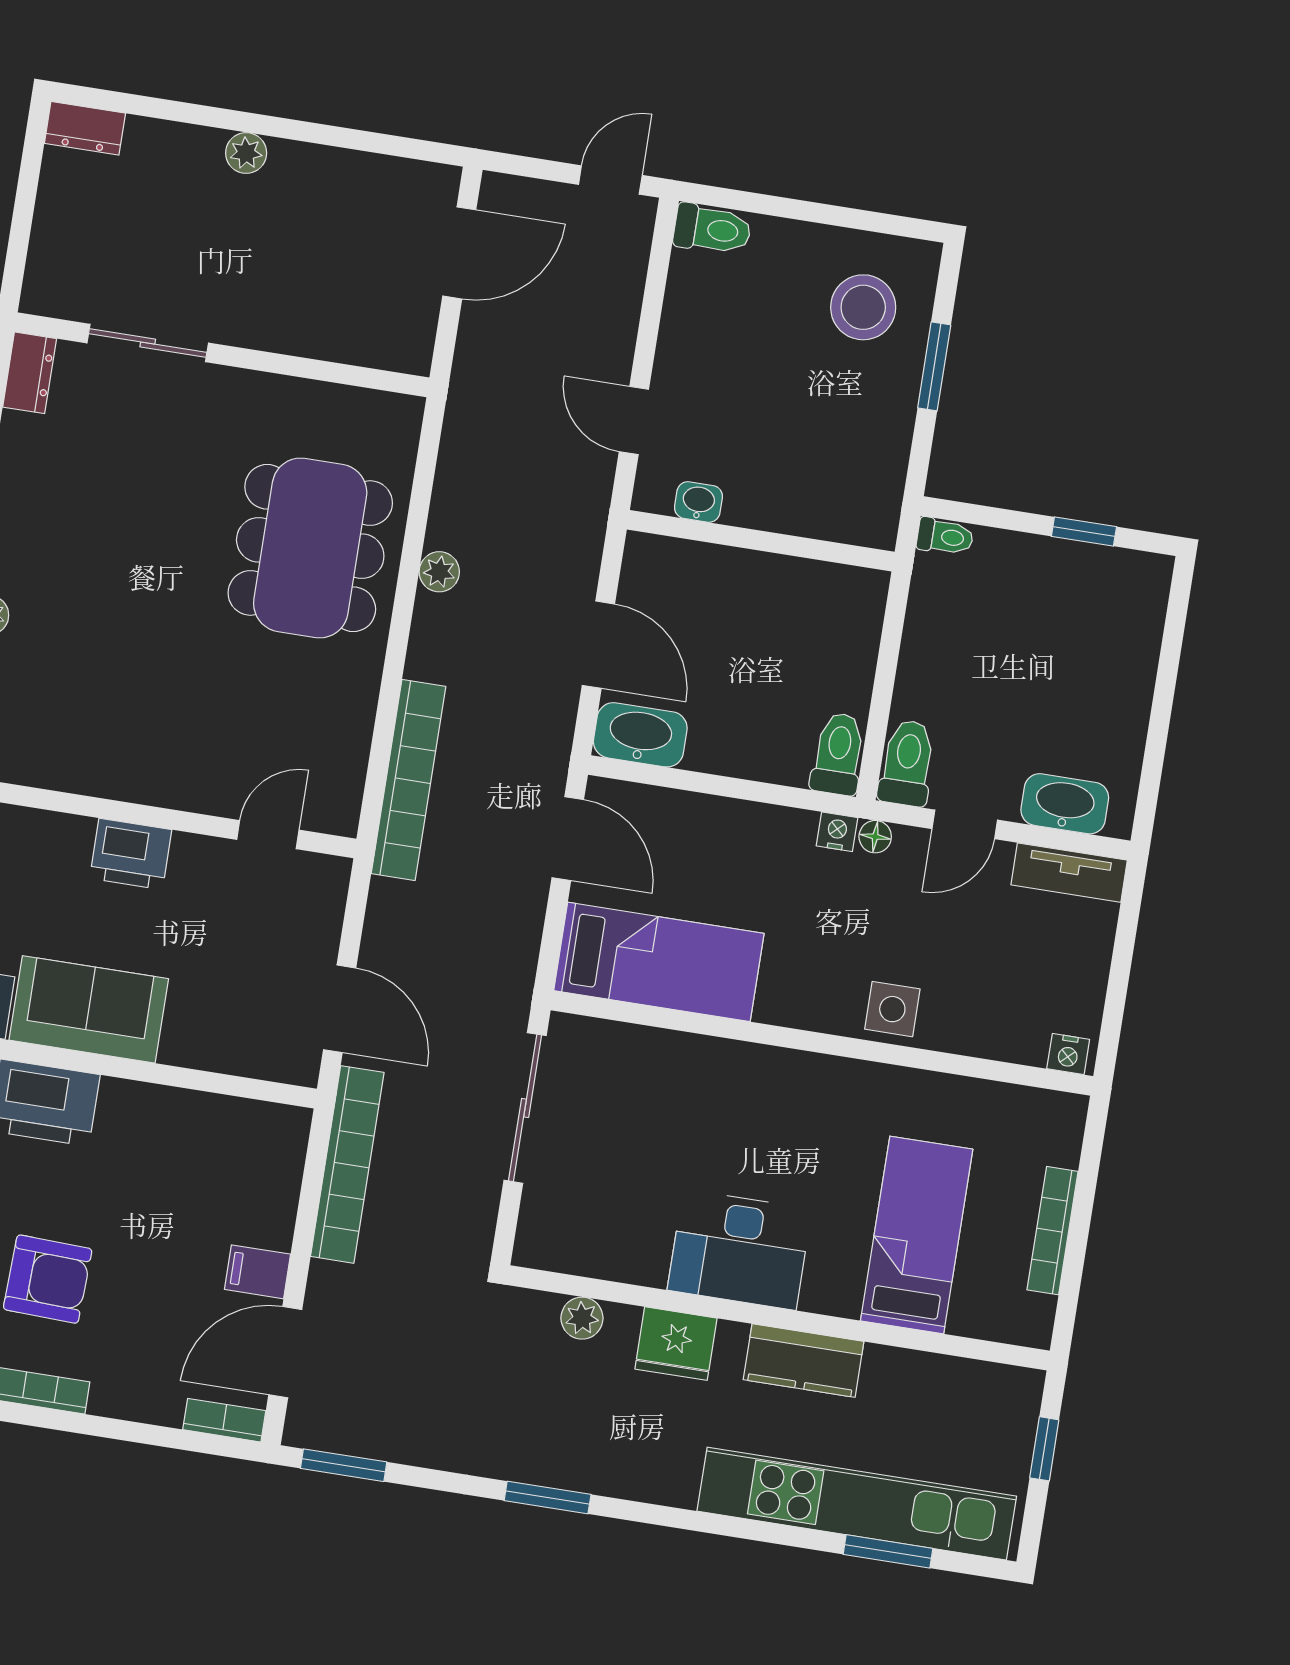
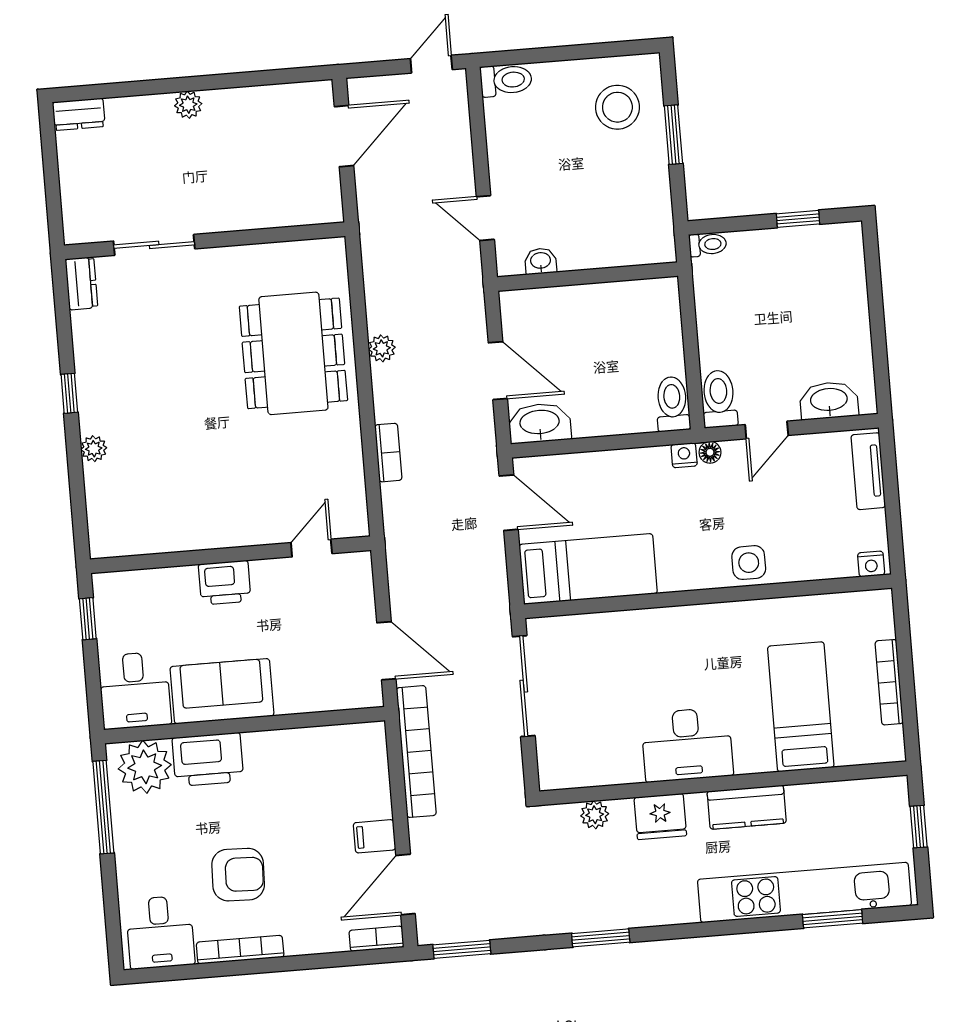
bookcase: (409, 780) -> (388, 453), width x0.43, depth x0.76
tv unit: (1069, 873) -> (868, 471), moved, turned 90

